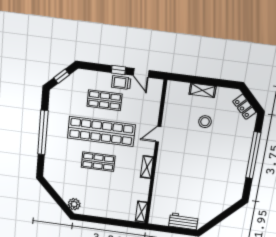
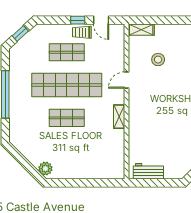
shelving: (203, 90) -> (141, 30), moved
stool: (205, 122) -> (158, 60), moved
shelving: (141, 212) -> (119, 167), removed
workbench: (183, 221) -> (148, 171), moved

